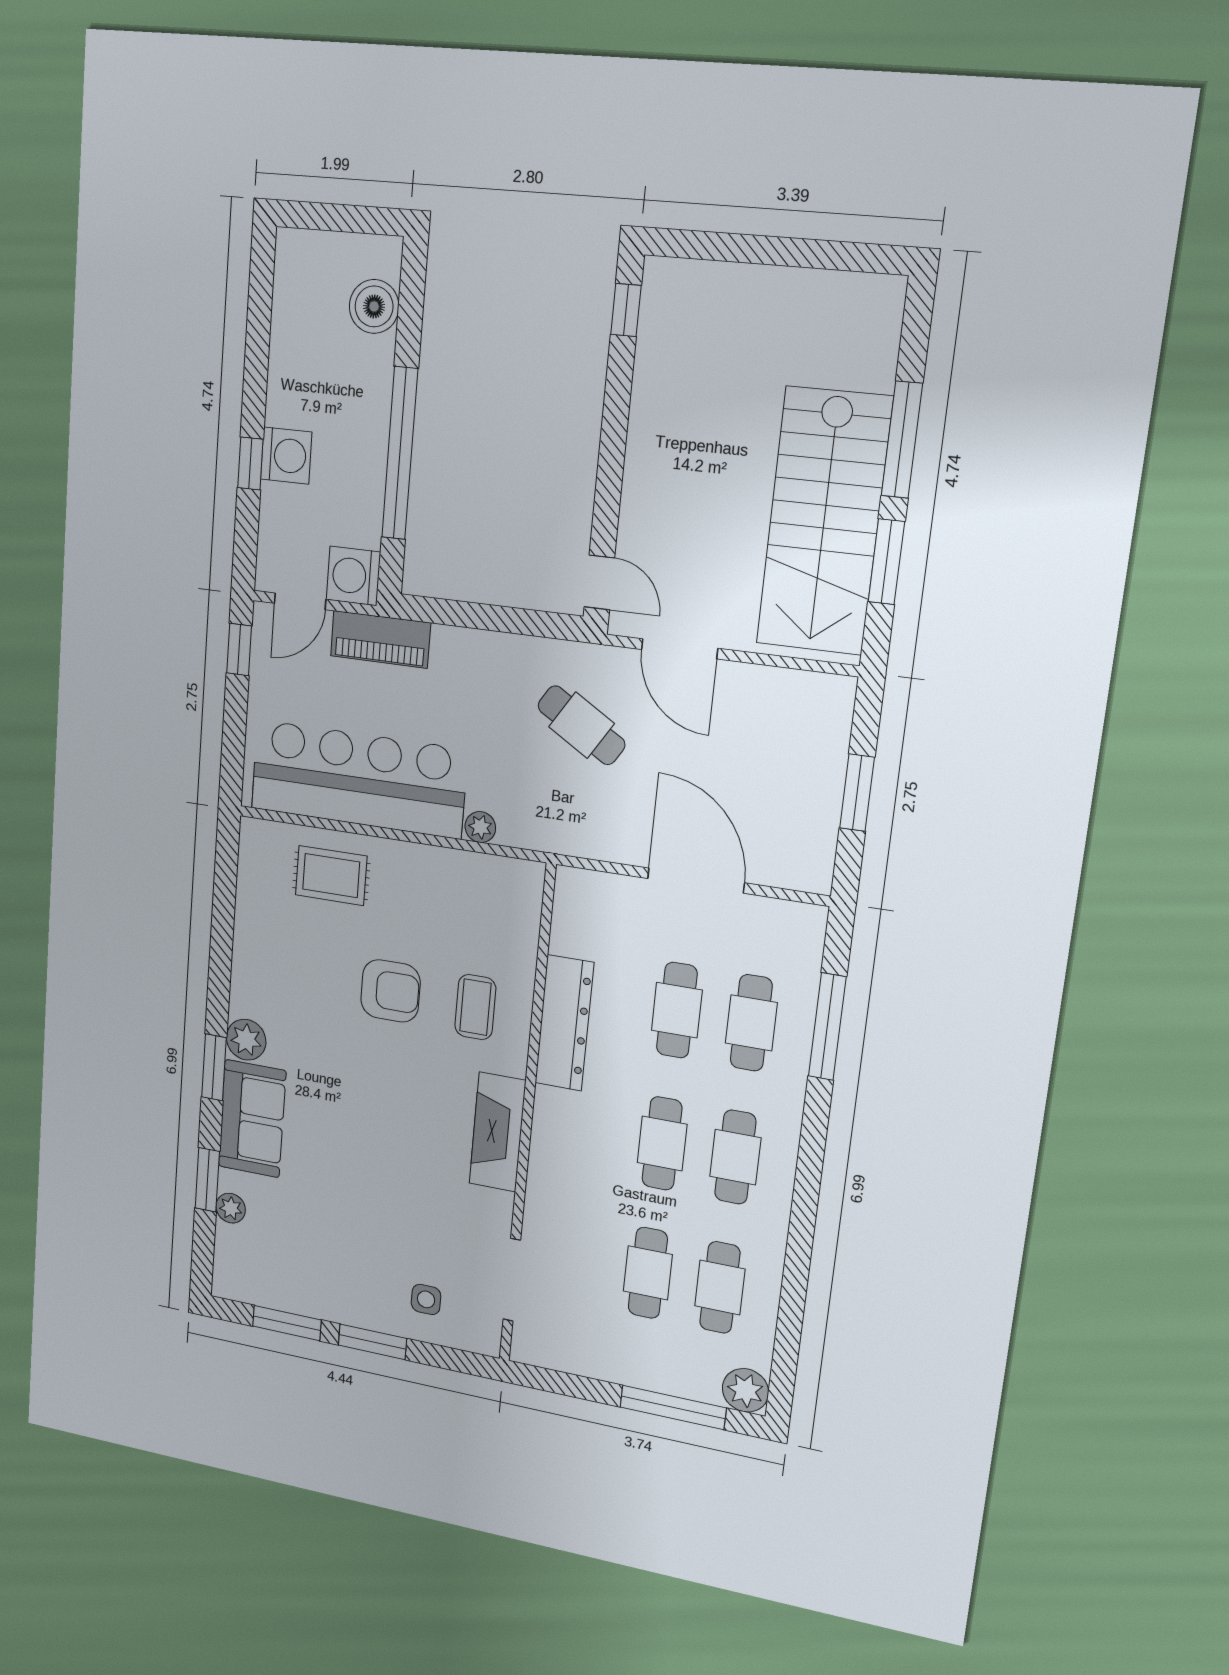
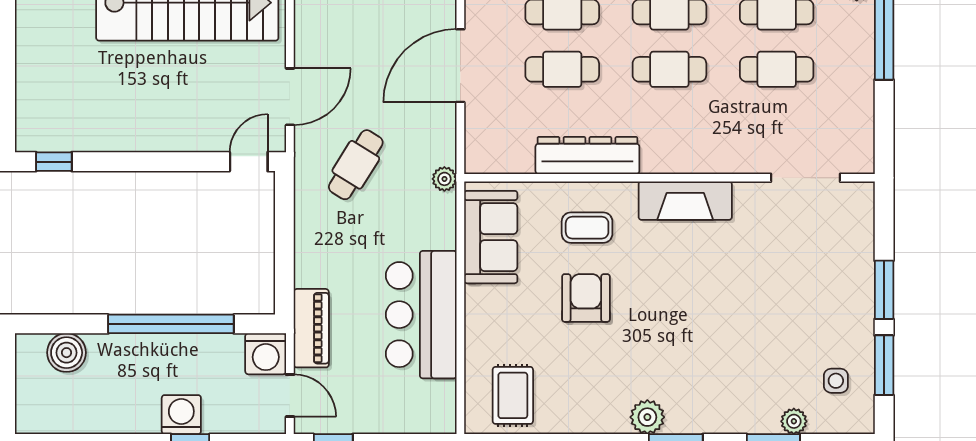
bar counter: (358, 779) -> (421, 315), width x0.73
plant: (480, 827) -> (444, 179), moved
rug: (331, 876) -> (513, 395), moved
sofa: (252, 1119) -> (491, 237), moved, turned 90
side table: (426, 1299) -> (836, 381), moved

